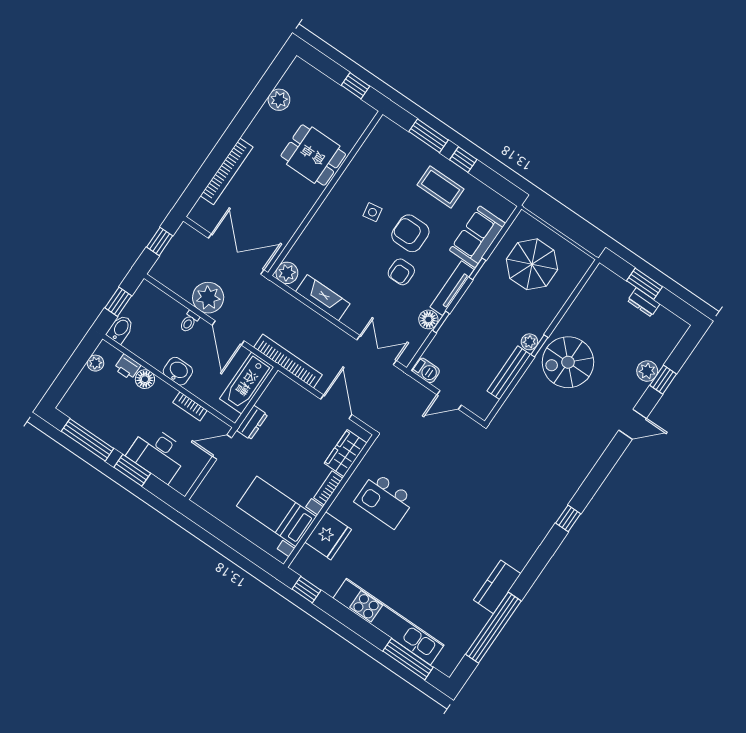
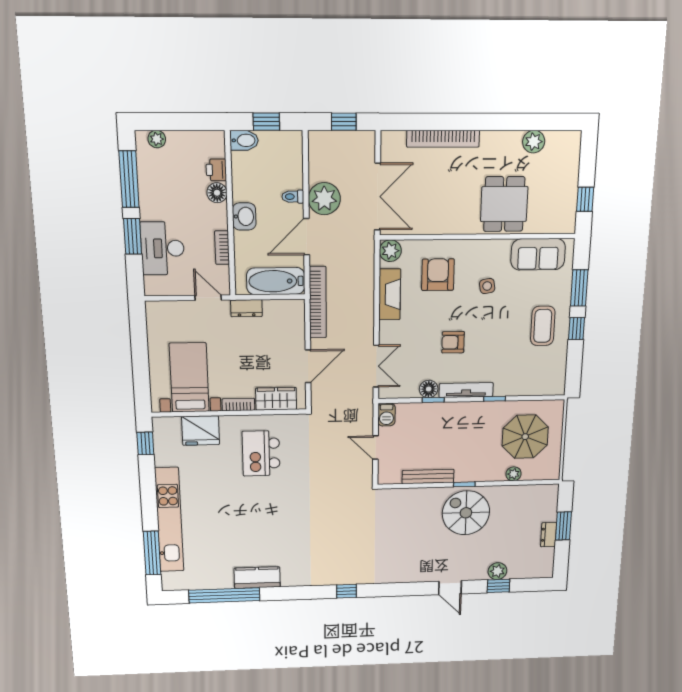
armchair: (410, 233) -> (438, 275), moved
sofa: (477, 237) -> (538, 254), moved, turned 180
plant: (529, 342) -> (514, 474), moved
plant: (95, 363) -> (157, 139), moved

